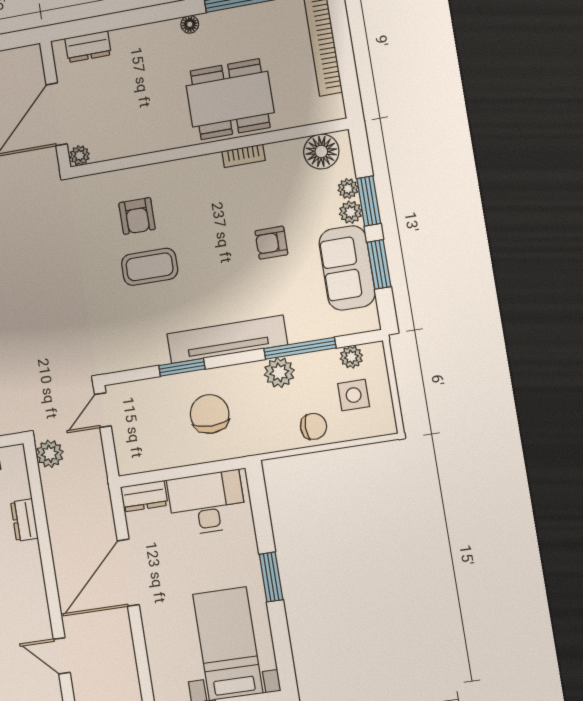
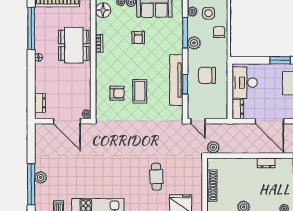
tv unit: (227, 339) -> (176, 80), moved
dresser: (24, 520) -> (266, 163), moved

